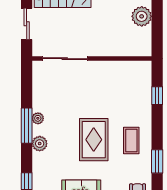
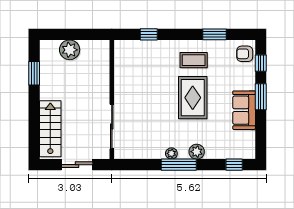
rug: (94, 140) -> (193, 98), turned 90

